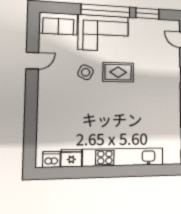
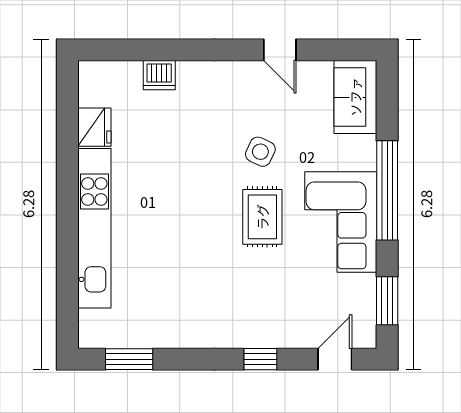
window: (147, 13) -> (387, 301), moved
corner sofa: (103, 33) -> (341, 222), moved
dishwasher: (51, 159) -> (159, 75), moved, turned 90

